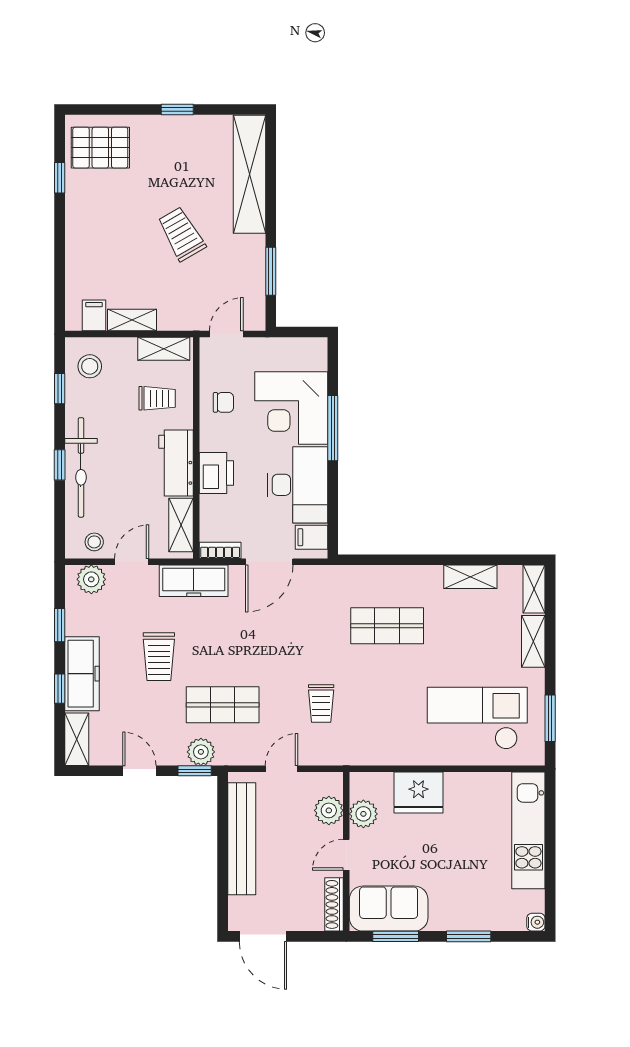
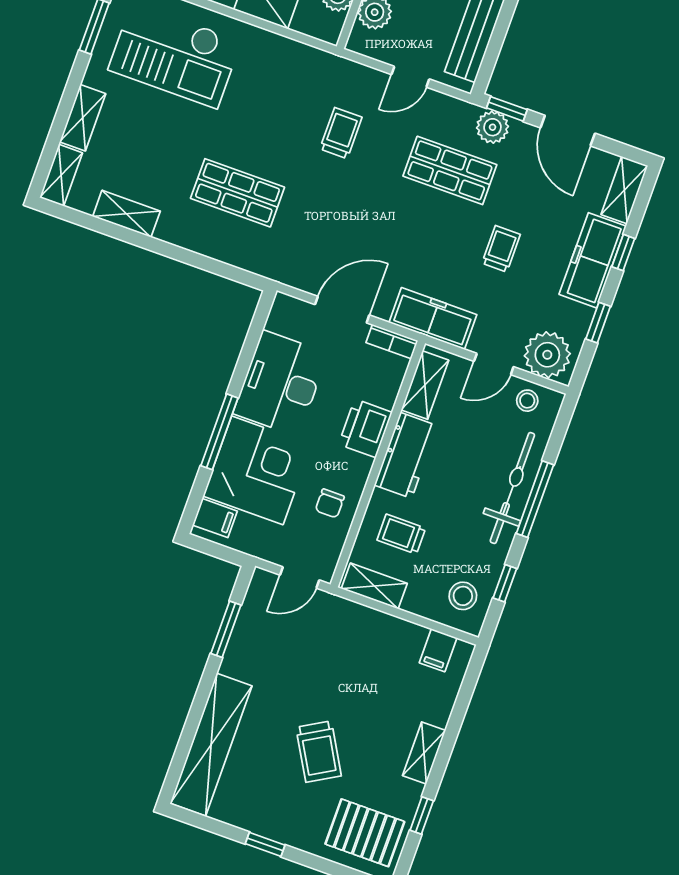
trolley: (181, 234) -> (319, 752), moved
shelving: (132, 320) -> (424, 753), moved, turned 90
chair: (223, 402) -> (330, 503), turned -90
window: (60, 465) -> (535, 499), width x2.17
filing cabinet: (312, 537) -> (215, 518), moved
plant: (91, 579) -> (547, 355), width x1.36, depth x1.36
trolley: (159, 657) -> (501, 249), width x0.73, depth x0.72
door: (139, 771) -> (568, 131), width x1.38

